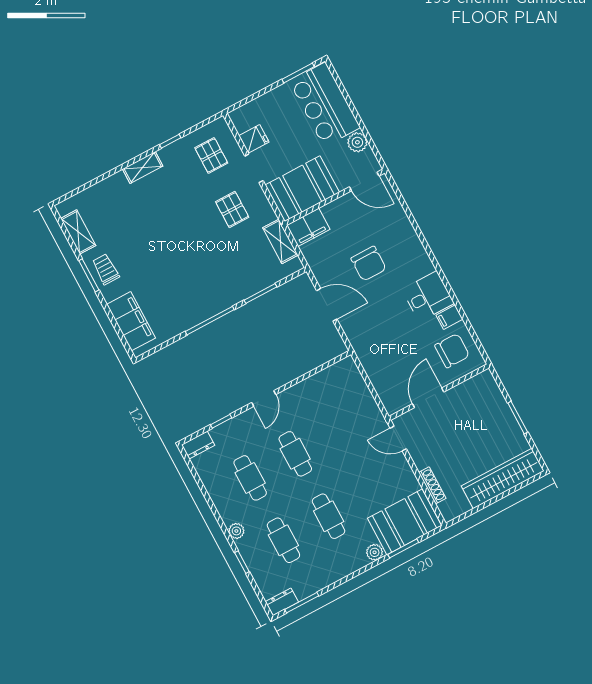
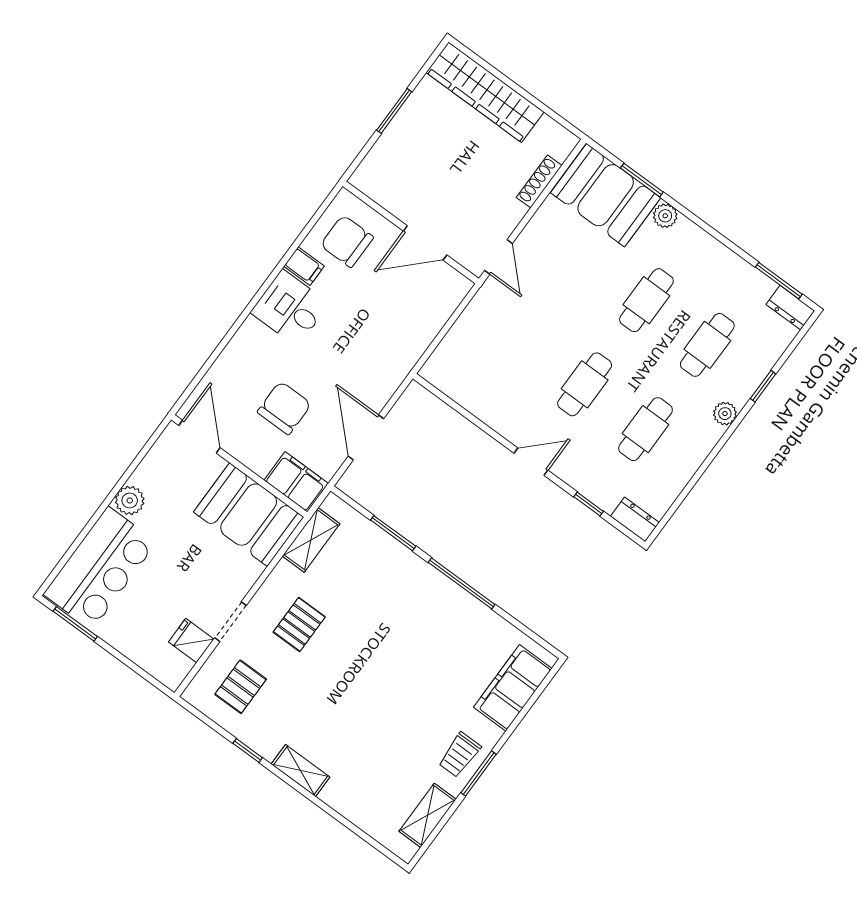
door: (364, 181) -> (199, 437), moved
booth: (302, 189) -> (249, 515), moved
wall: (335, 197) -> (239, 466), moved
filing cabinet: (308, 227) -> (296, 482), moved

